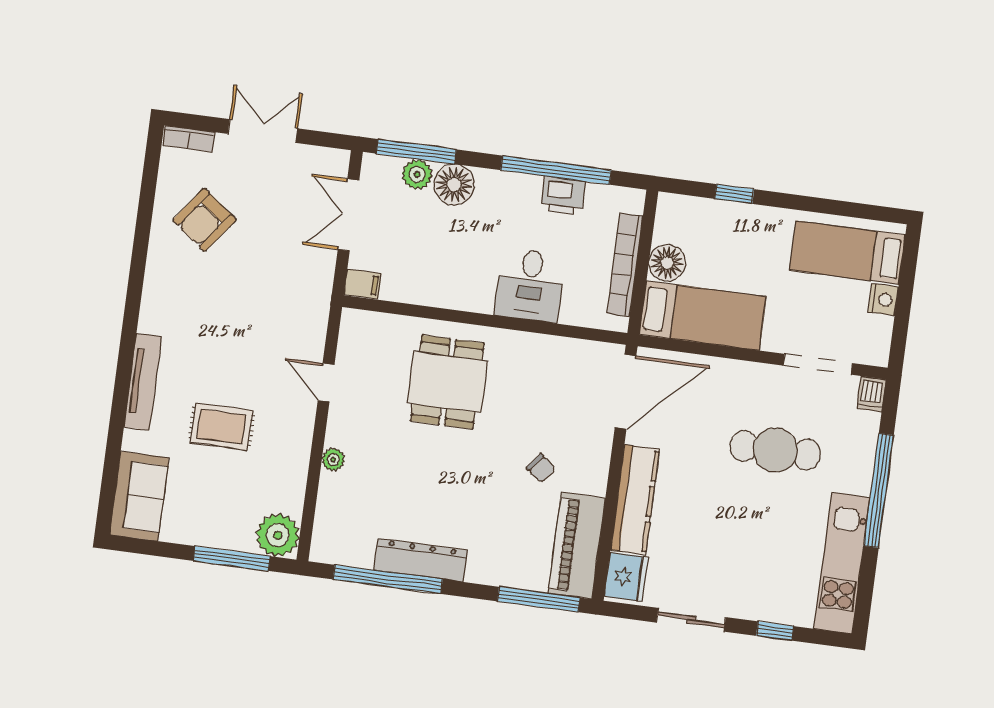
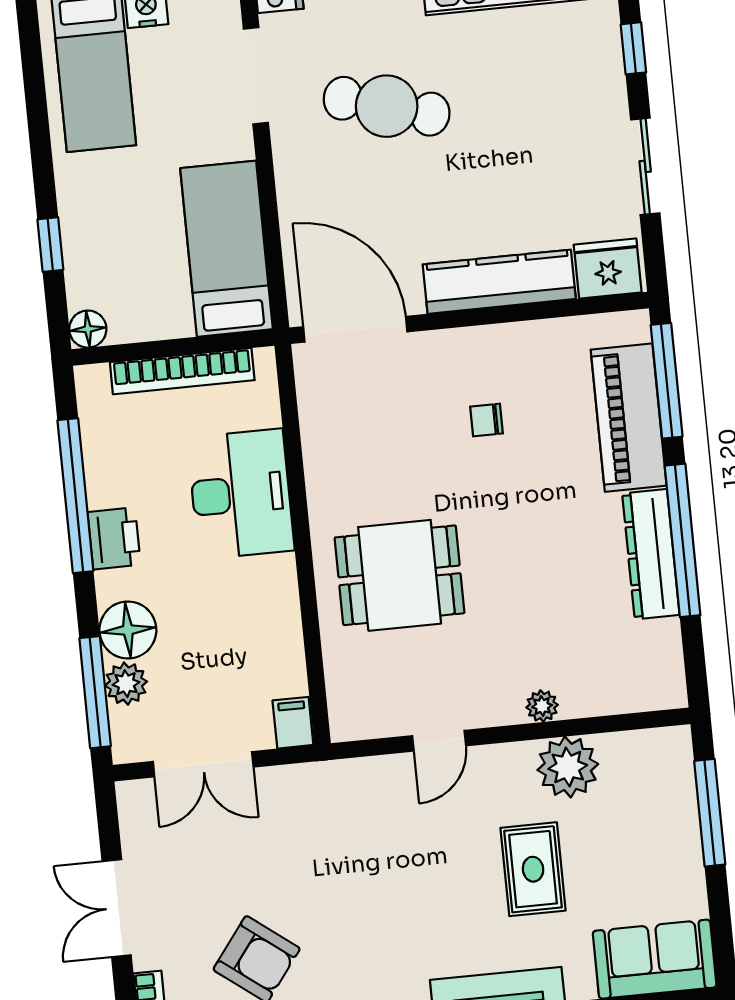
printer: (563, 196) -> (114, 538), moved
floor lamp: (667, 263) -> (88, 329), moved, width x0.73, depth x0.73
desk: (530, 285) -> (241, 494), width x1.37
cafe table: (775, 450) -> (387, 106), turned -74
chair: (541, 468) -> (487, 420), turned -128
plant: (278, 535) -> (568, 767), moved
piano: (577, 546) -> (629, 418), moved, turned 90
window: (388, 579) -> (683, 540), moved

